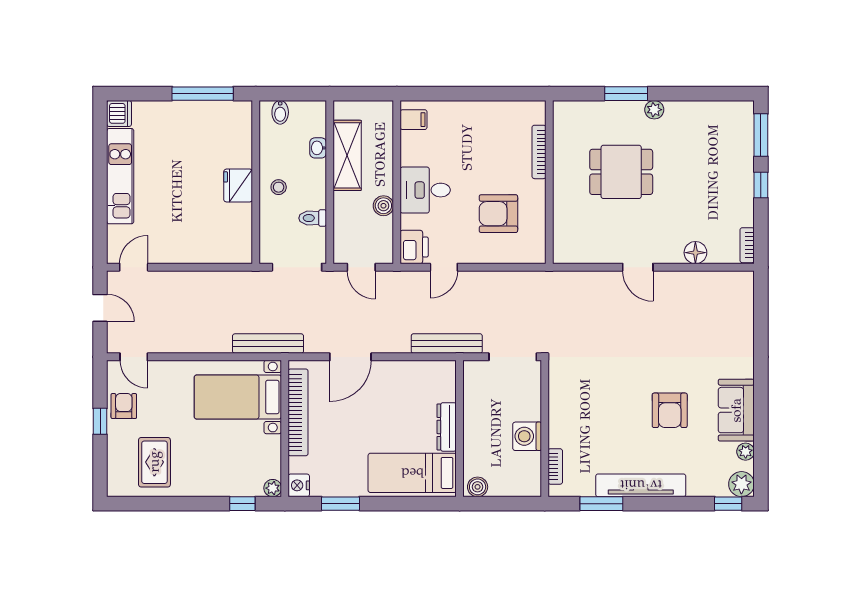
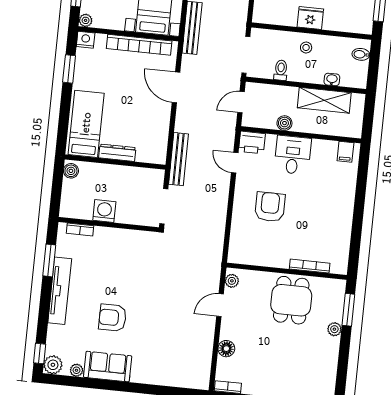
bookcase: (539, 152) -> (310, 266), moved
wall: (549, 182) -> (287, 271), moved
plant: (603, 255) -> (232, 281), added

